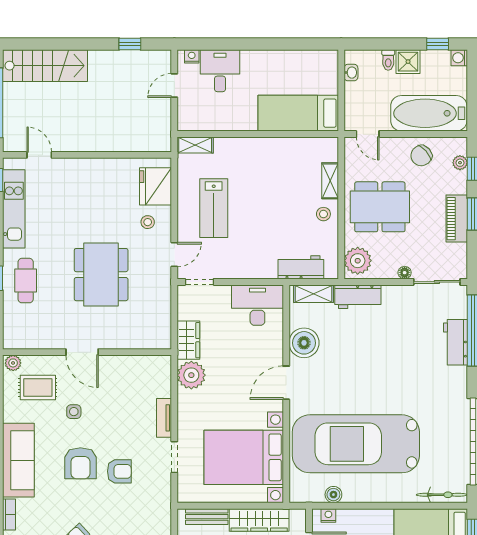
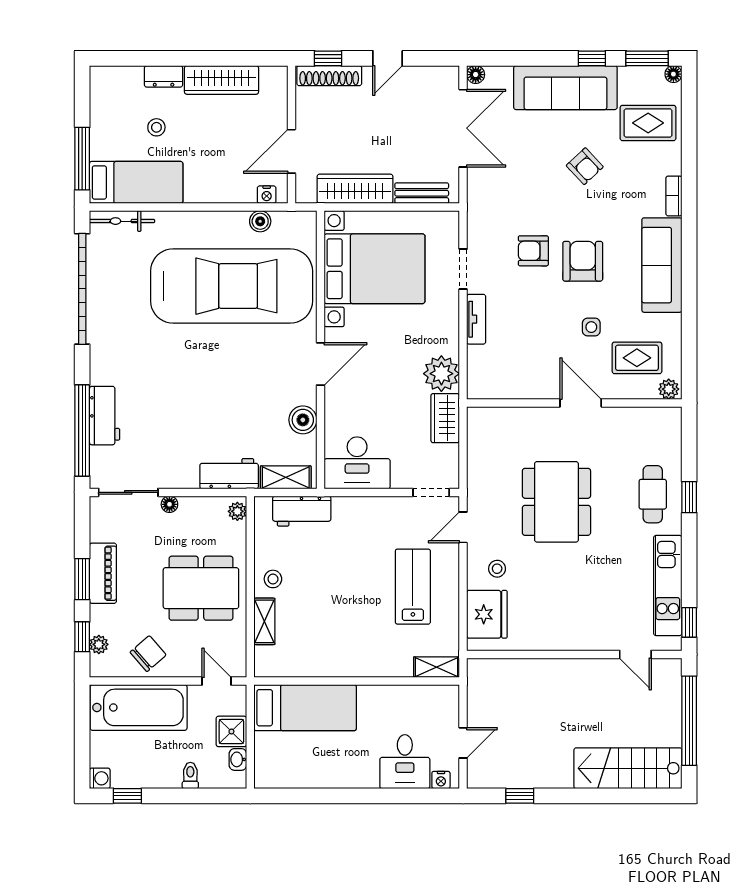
shower: (408, 62) -> (231, 731), moved
plant: (358, 261) -> (237, 511), width x0.53, depth x0.53
boiler: (304, 343) -> (303, 420), width x0.73, depth x0.73

